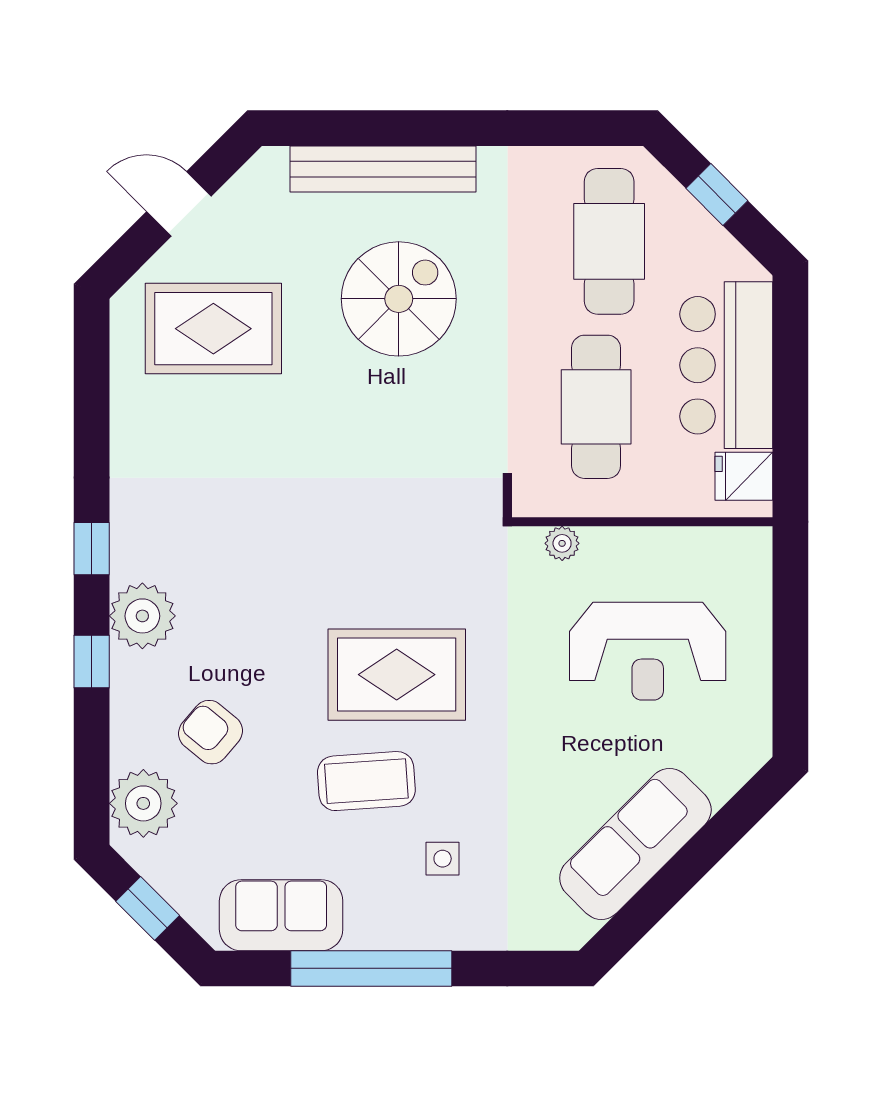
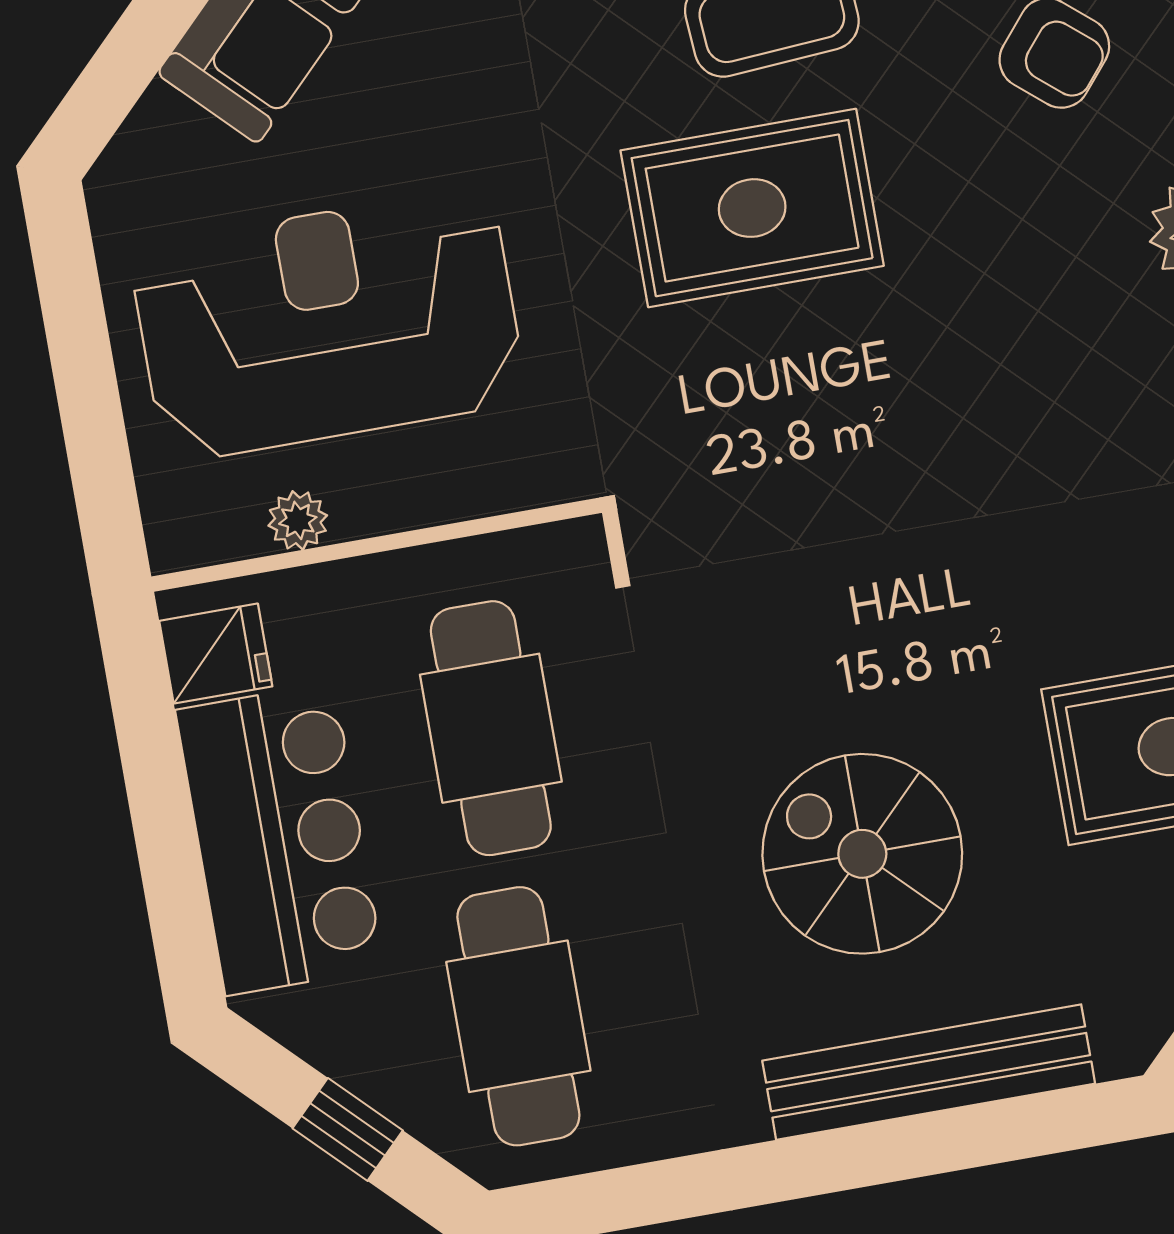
spiral stairs: (399, 299) -> (862, 854), turned 90
plant: (562, 543) -> (298, 520), moved
reception desk: (648, 651) -> (328, 324), width x1.36, depth x1.30

